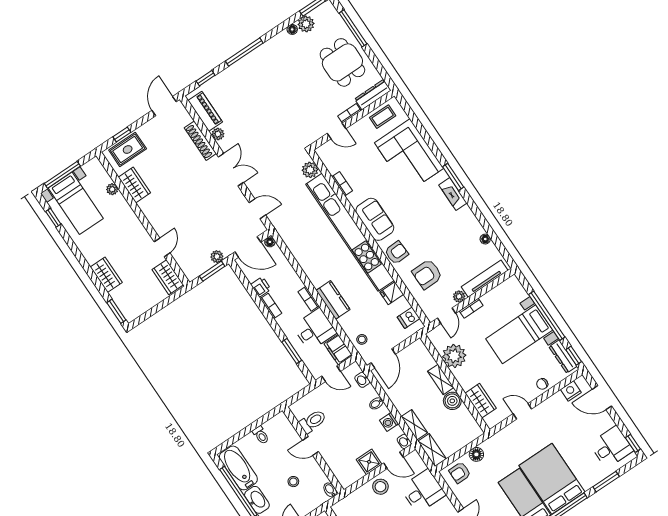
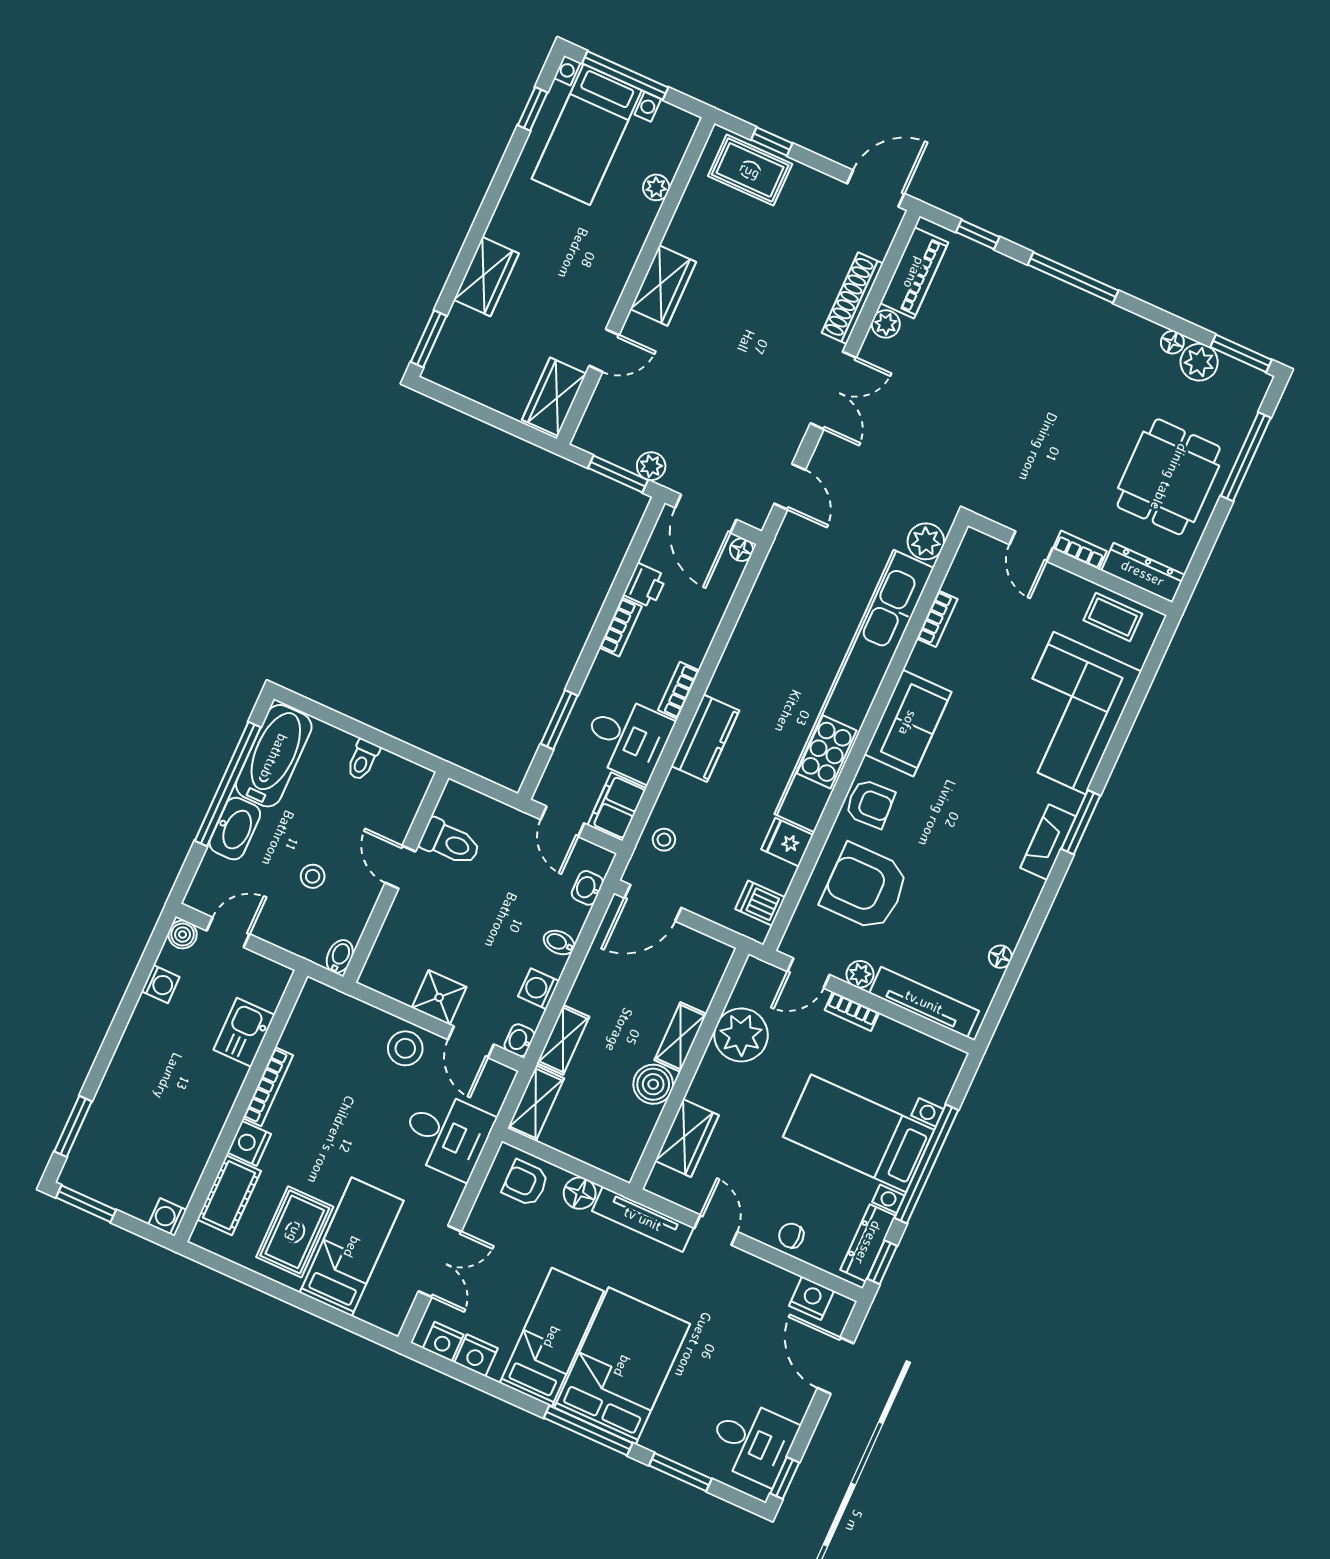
wardrobe: (134, 185) -> (663, 285), moved
armchair: (427, 274) -> (865, 887), width x1.36, depth x1.36
tv unit: (501, 437) -> (643, 1219), added

